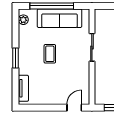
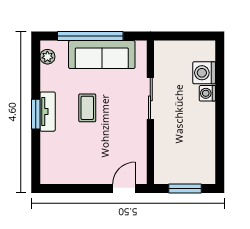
tv unit: (23, 88) -> (48, 112), moved

